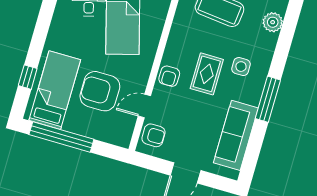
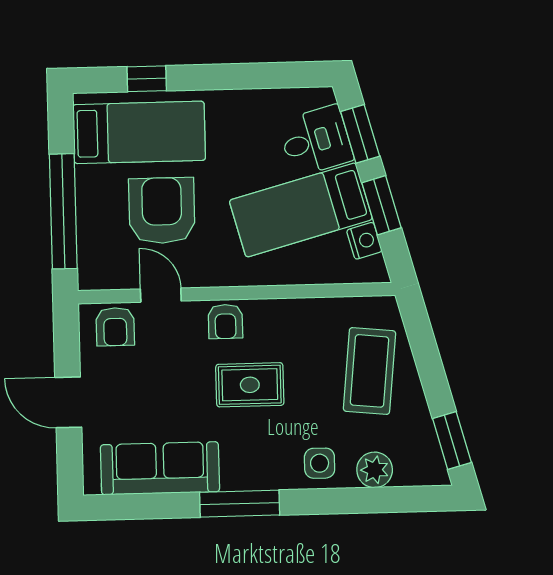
side table: (241, 67) -> (320, 463), moved
armchair: (169, 76) -> (225, 322), turned -90
window: (61, 137) -> (63, 211), moved

